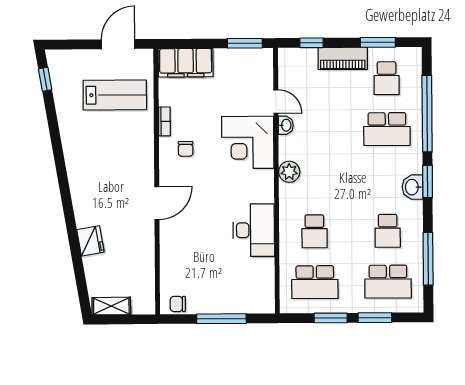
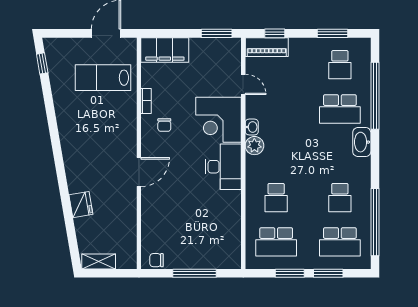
piano: (343, 58) -> (267, 47), moved
lab bench: (115, 95) -> (103, 78), turned 180
washbasin: (286, 125) -> (252, 127), moved
window: (428, 181) -> (375, 155), removed
washbasin: (412, 187) -> (362, 142), moved, width x1.38
desk: (254, 230) -> (223, 167), moved
window: (428, 259) -> (375, 222), width x1.46

